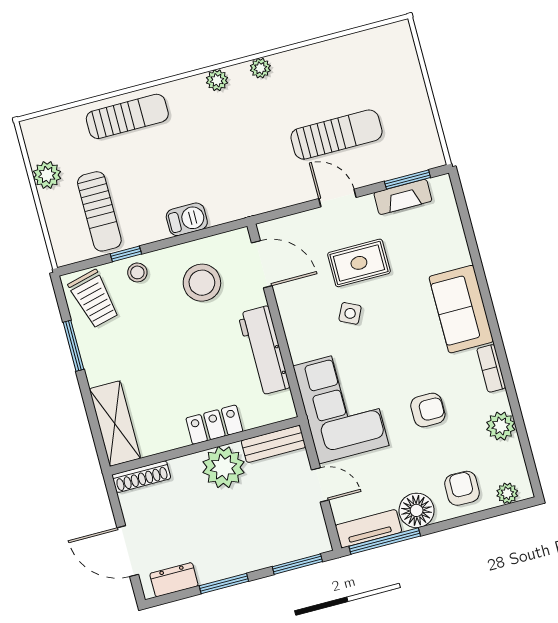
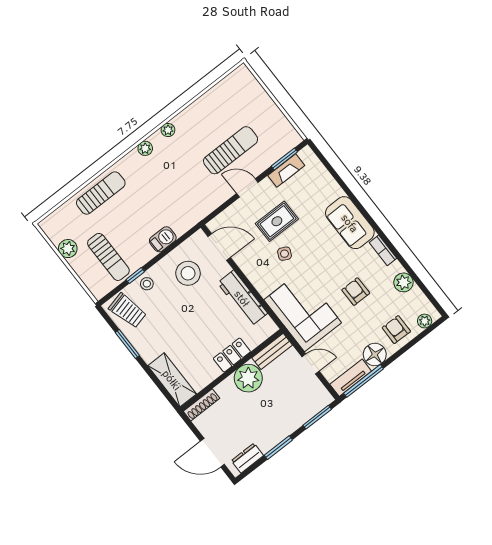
armchair: (428, 410) -> (356, 292), turned -90

